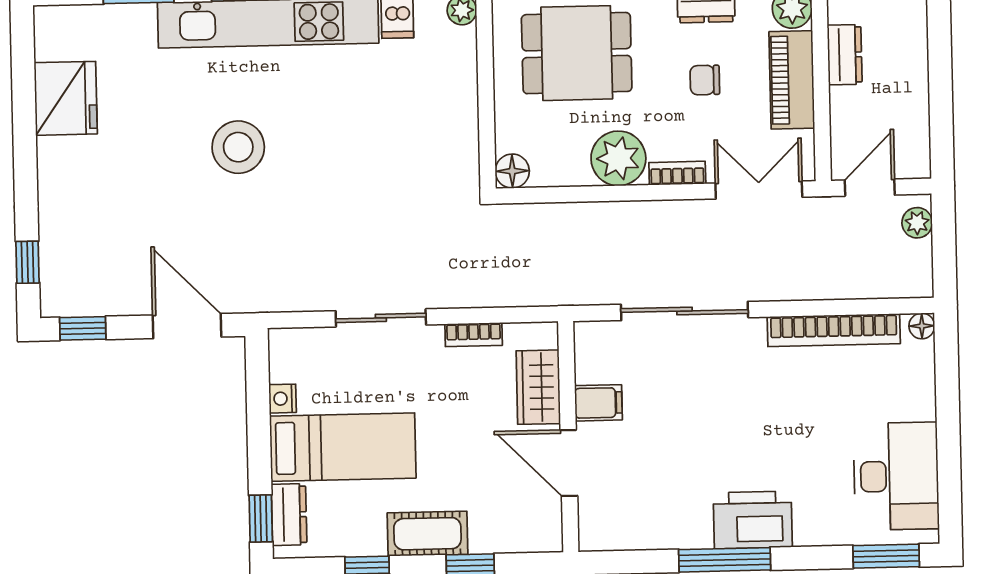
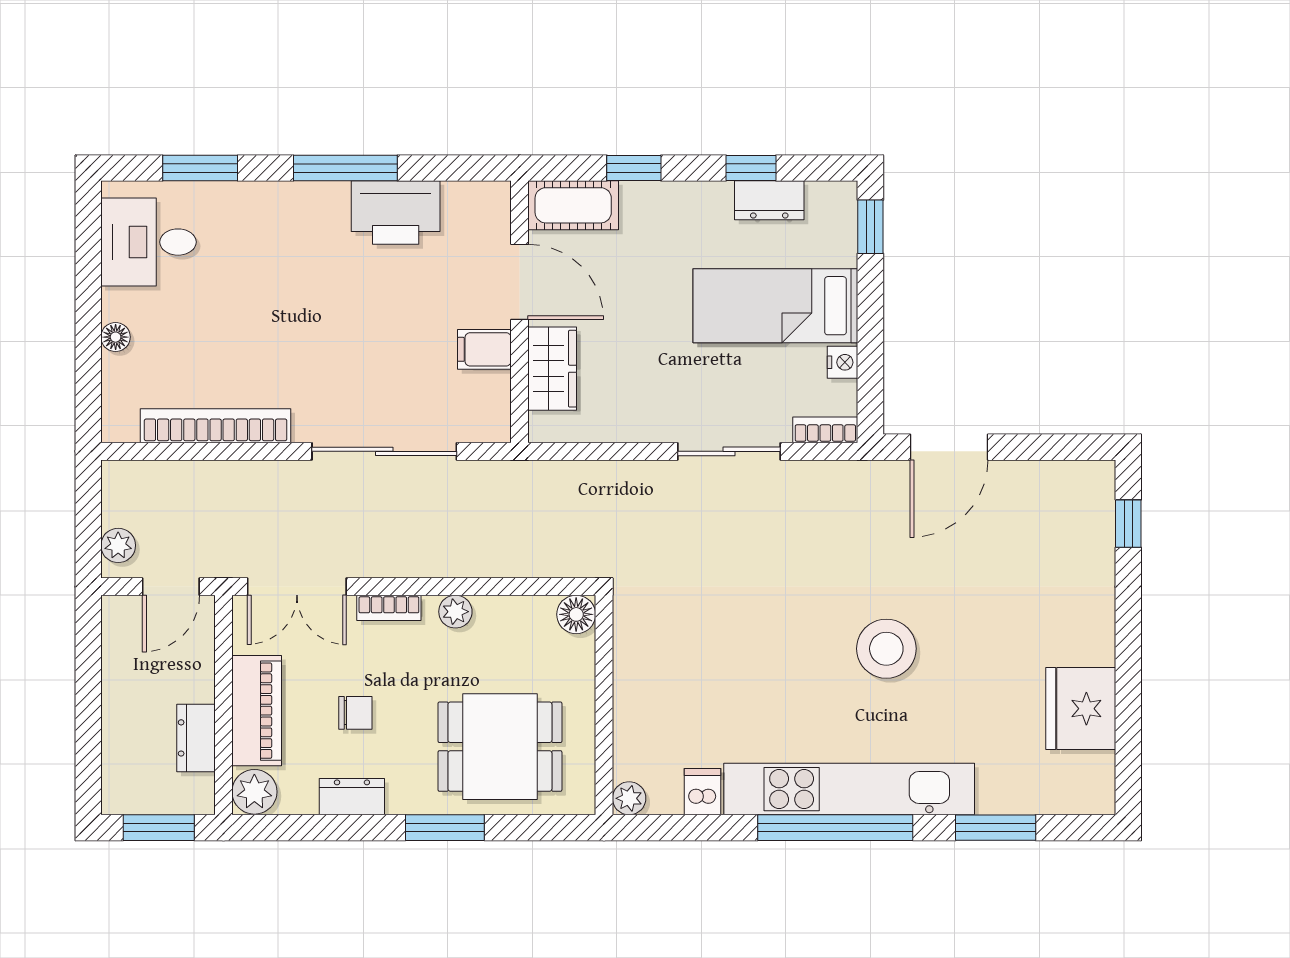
plant: (618, 158) -> (455, 612), width x0.53, depth x0.53
door: (187, 326) -> (949, 447), hinge flipped
floor lamp: (922, 326) -> (116, 337), moved
window: (83, 328) -> (1067, 447), removed
bookcase: (474, 335) -> (825, 430), moved
desk: (896, 476) -> (149, 242), width x0.73
dresser: (289, 515) -> (769, 200), moved, turned -90
printer: (753, 520) -> (396, 213), moved
cot: (427, 534) -> (573, 205), moved
window: (886, 556) -> (200, 168), moved

